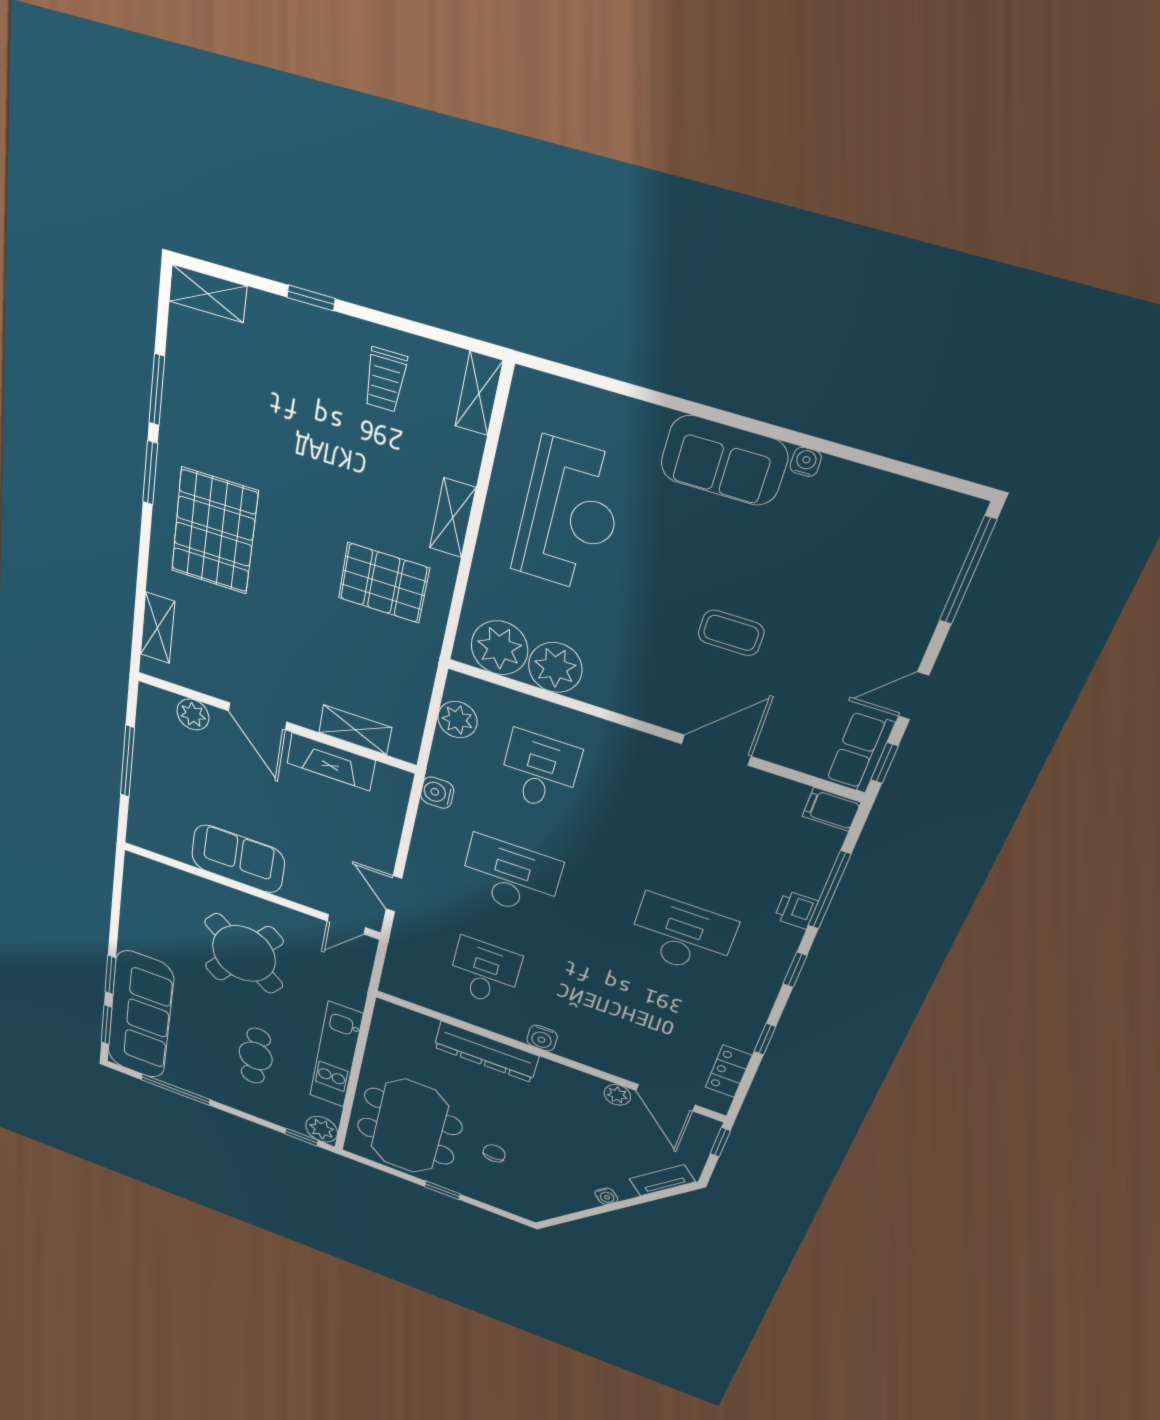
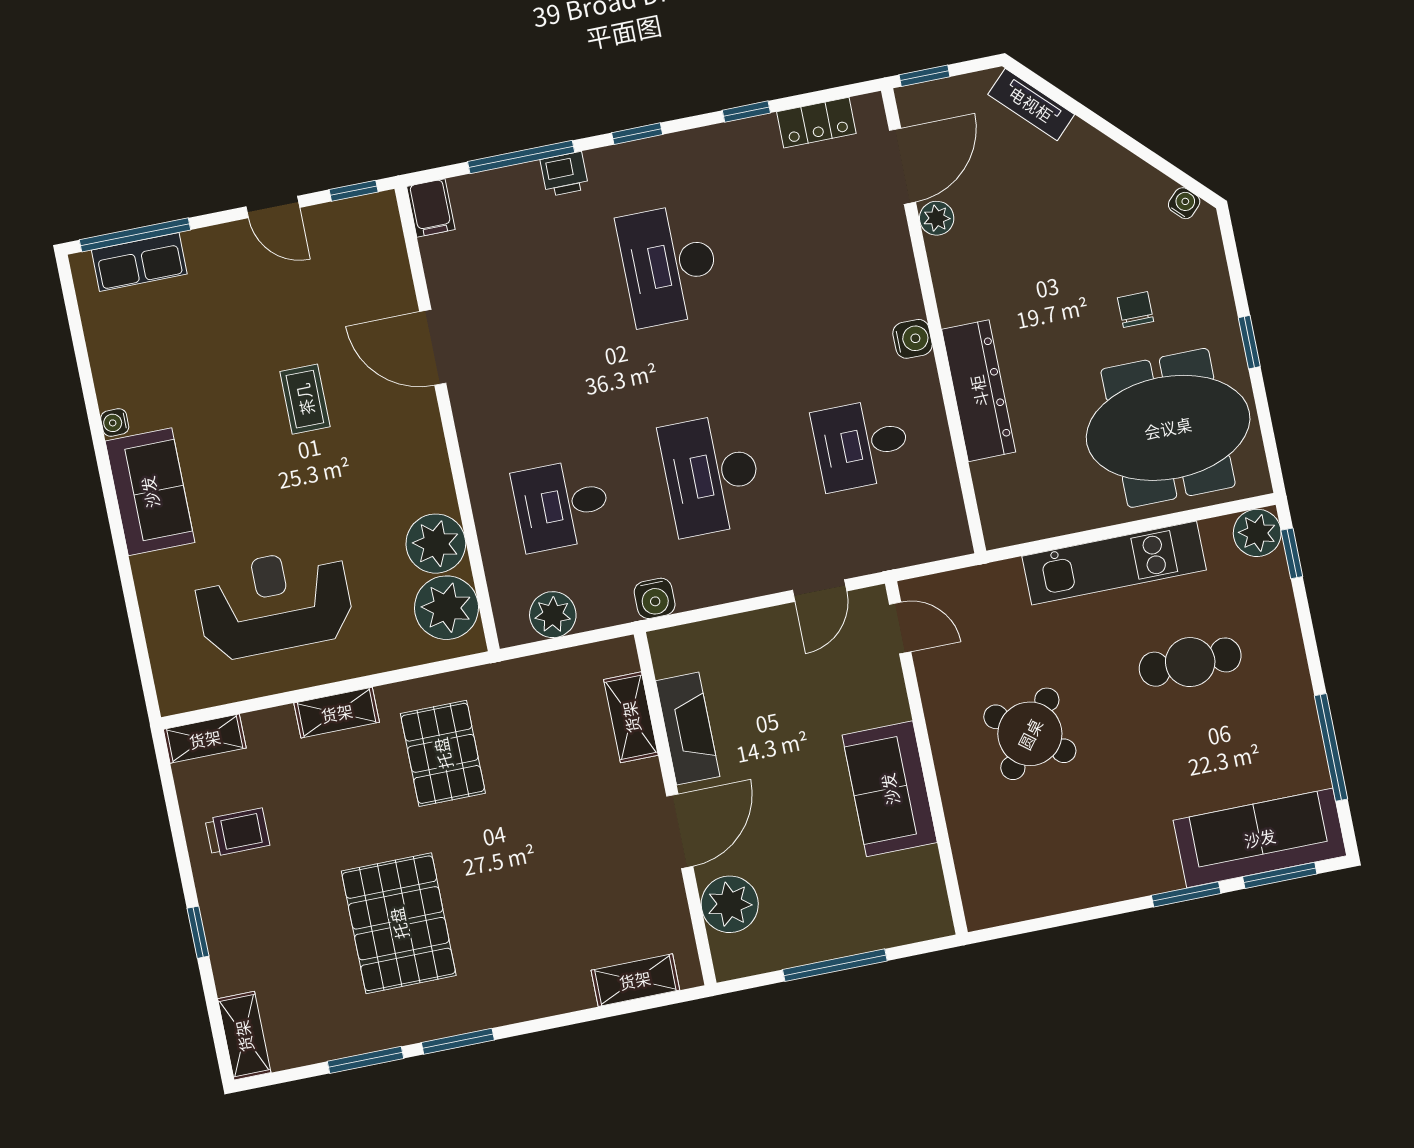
pallet: (214, 531) -> (399, 923), moved, turned 90
plant: (193, 715) -> (730, 904), width x1.36, depth x1.36
row of seats: (860, 752) -> (139, 262), moved
round table: (244, 954) -> (1030, 734), width x0.73, depth x0.73
sofa: (140, 1015) -> (1260, 838), width x0.74, depth x0.79
chair: (494, 1153) -> (1135, 310), turned 90
water cooler: (606, 1196) -> (1184, 203), moved

